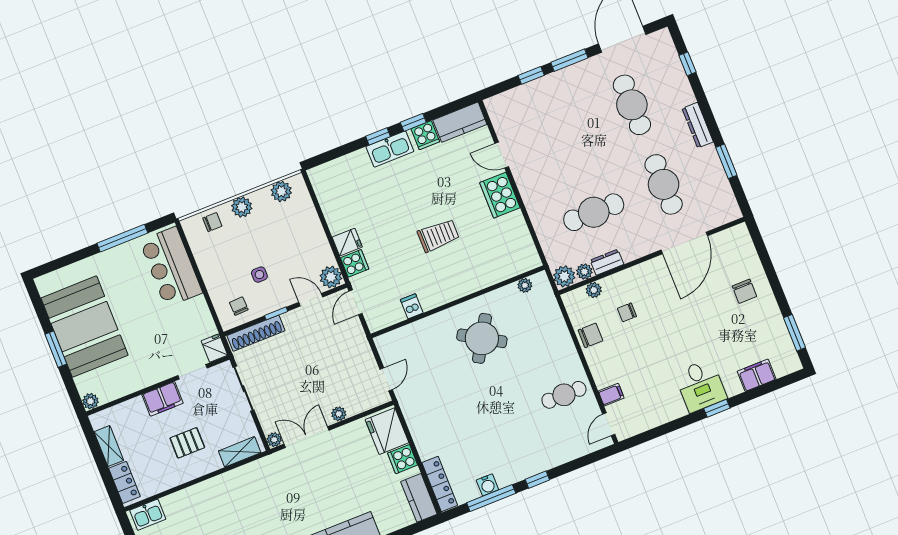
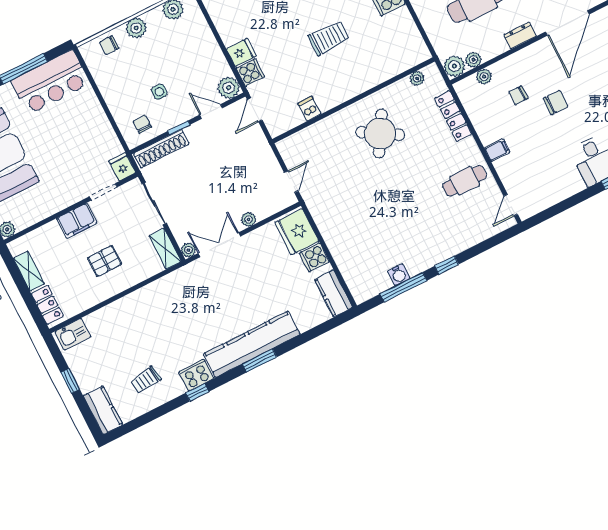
chair: (212, 222) -> (109, 45), turned 180
dresser: (607, 262) -> (520, 35), moved
bar counter: (171, 267) -> (50, 82), moved, turned -90
chair: (590, 335) -> (556, 102), moved
filing cabinet: (611, 395) -> (497, 150), moved
shelving: (240, 452) -> (165, 249), moved, turned 90
locker: (440, 484) -> (453, 116), moved, turned 180

